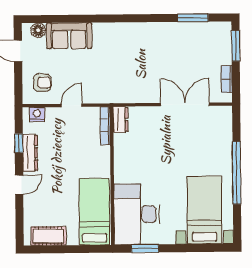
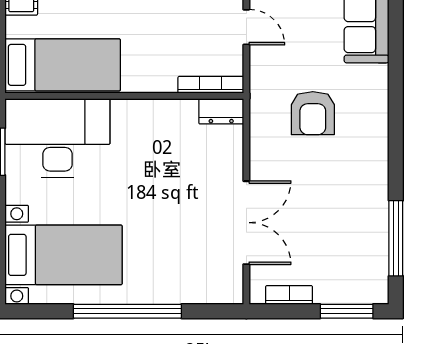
window: (193, 18) -> (396, 238), width x1.44
armchair: (121, 66) -> (313, 113), added

